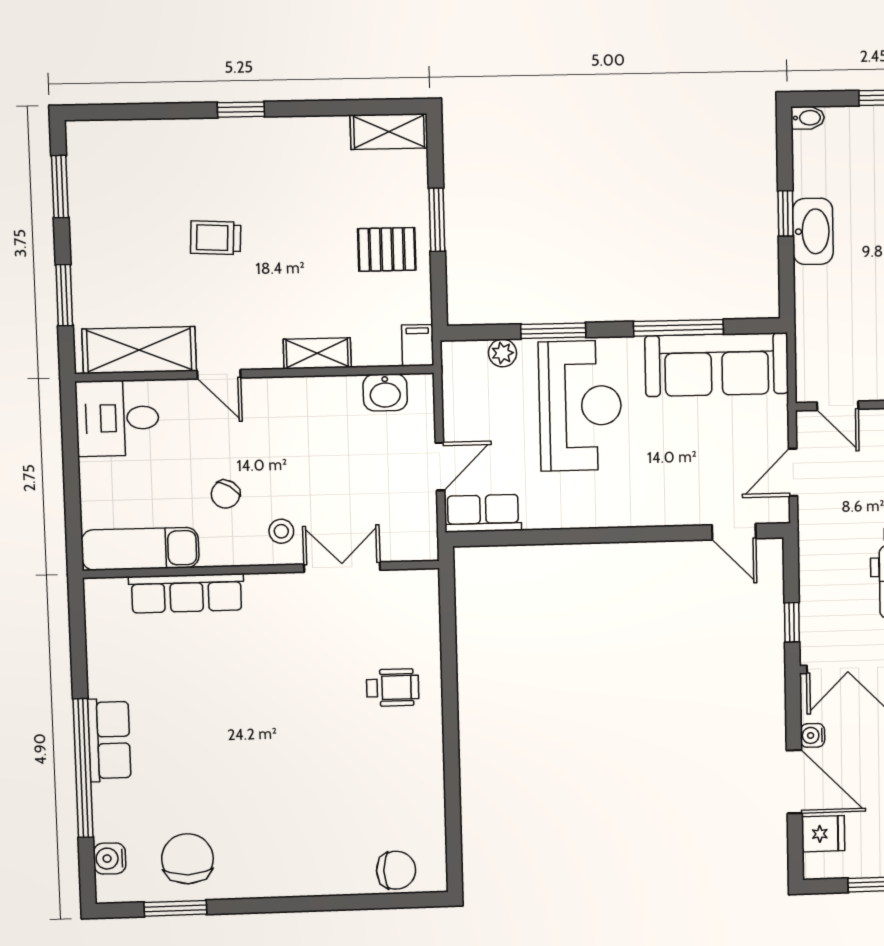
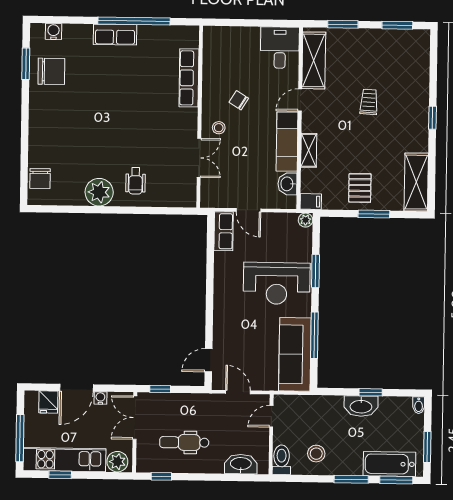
shelving: (389, 132) -> (416, 182), width x1.50, depth x1.33
plant: (503, 353) -> (306, 220), moved
exam couch: (140, 549) -> (287, 142), moved, turned 180
plant: (417, 756) -> (99, 192), added
window: (83, 768) -> (134, 21), moved

